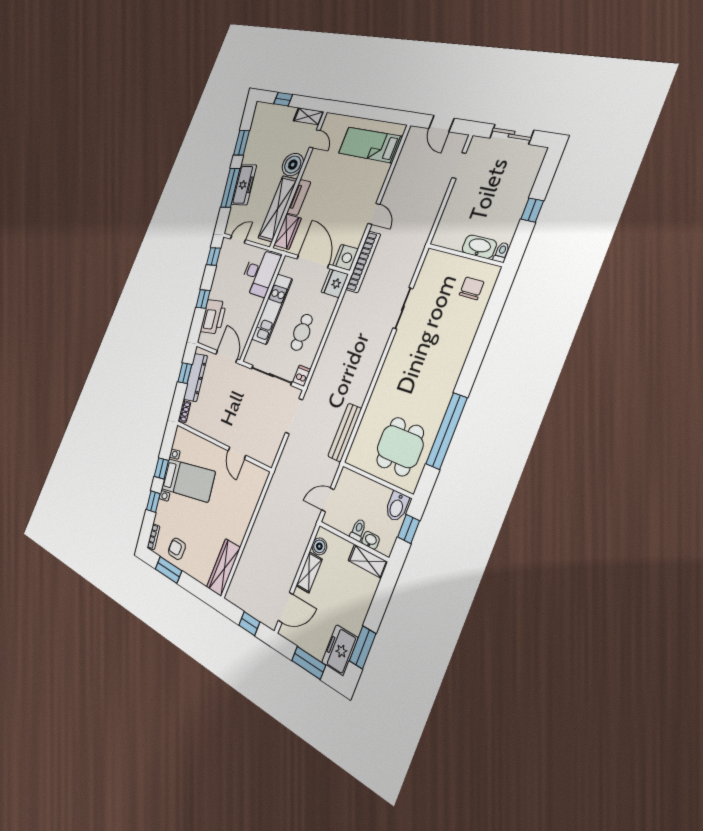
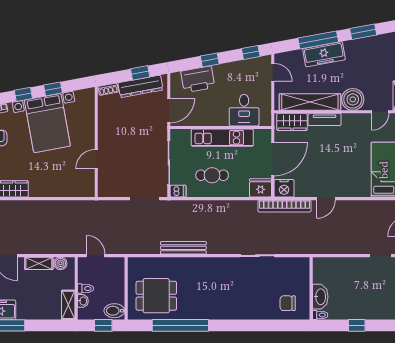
desk: (260, 273) -> (244, 110), width x0.73
chair: (472, 288) -> (288, 303), turned 180
bench: (345, 432) -> (183, 248), moved
bed with nightstands: (188, 480) -> (47, 123), width x1.36

